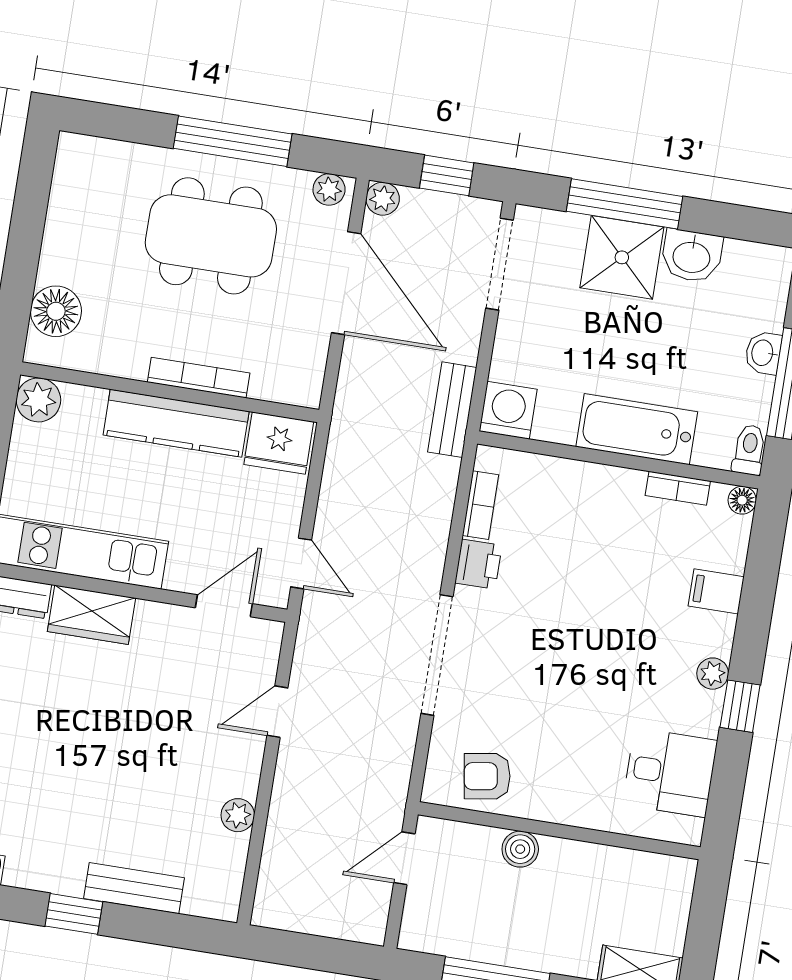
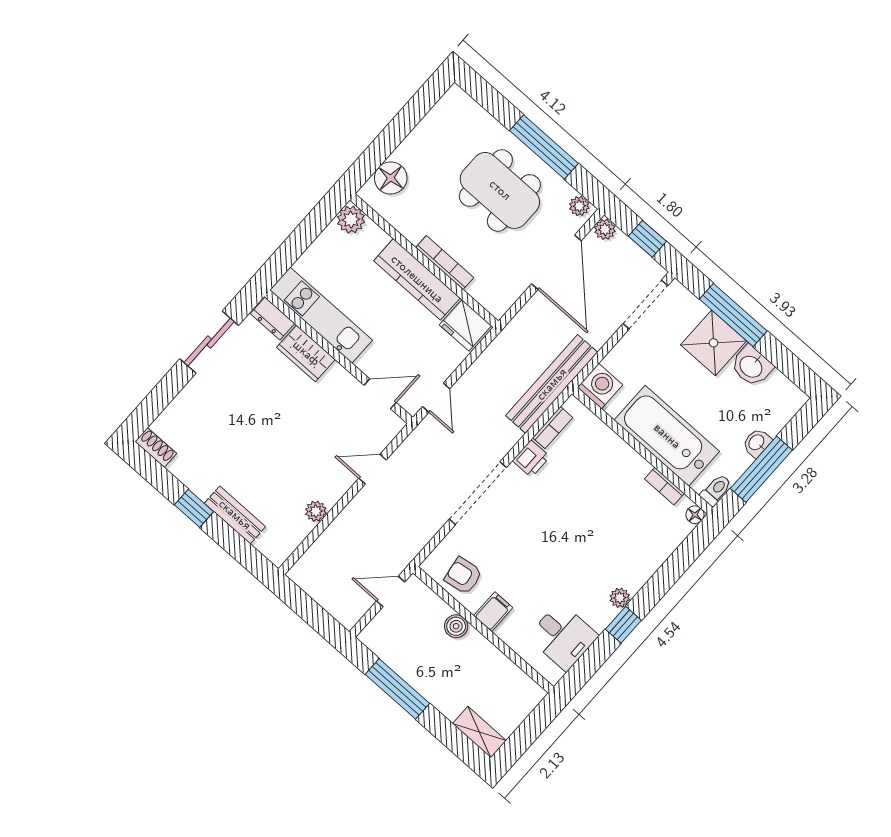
bench: (452, 410) -> (552, 384), width x1.86, depth x1.21
bathtub: (637, 429) -> (667, 436), width x1.36, depth x1.36
filing cabinet: (716, 591) -> (493, 612), moved, turned 90

